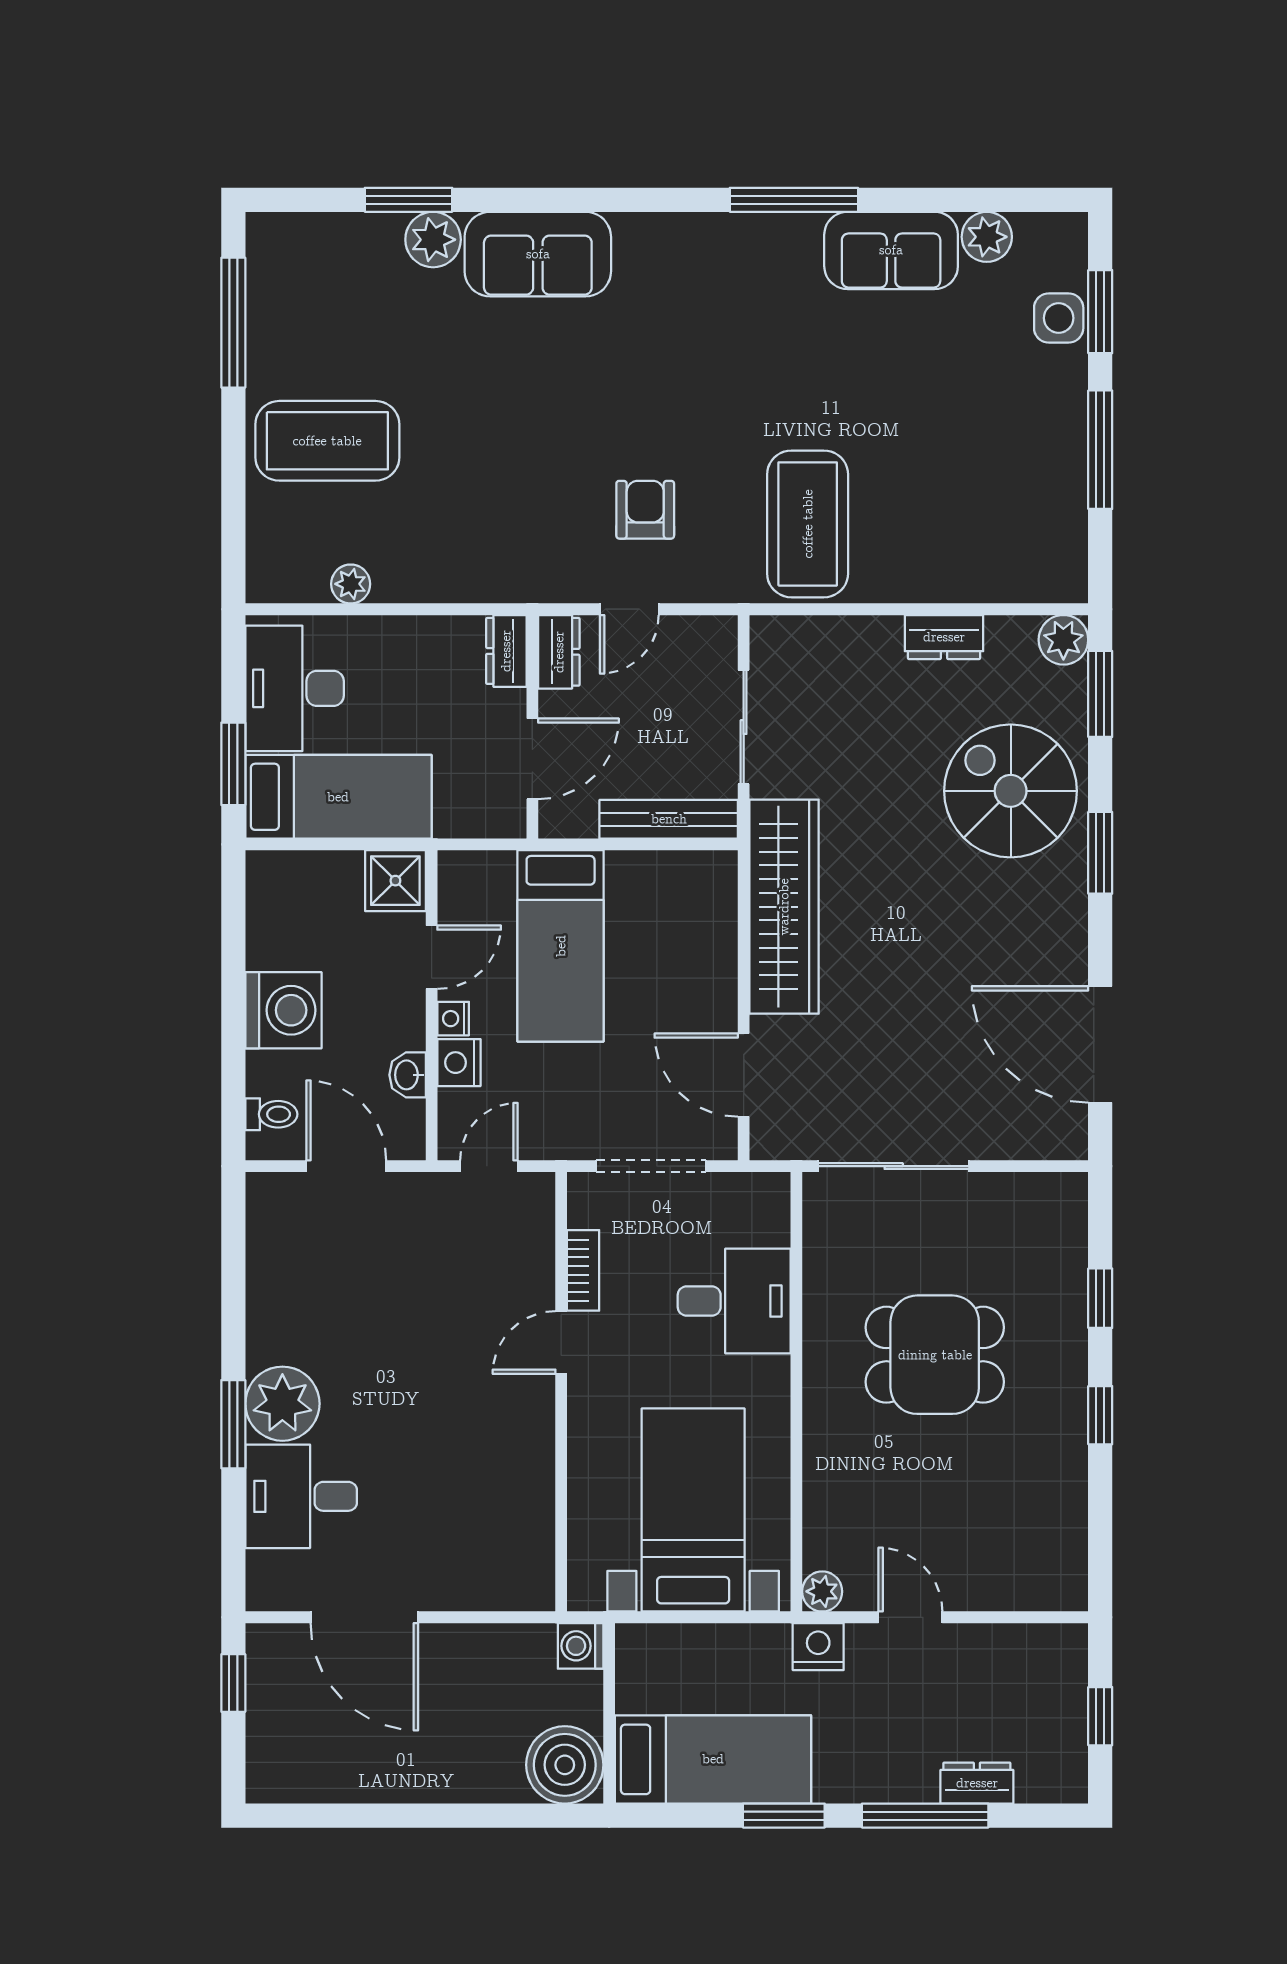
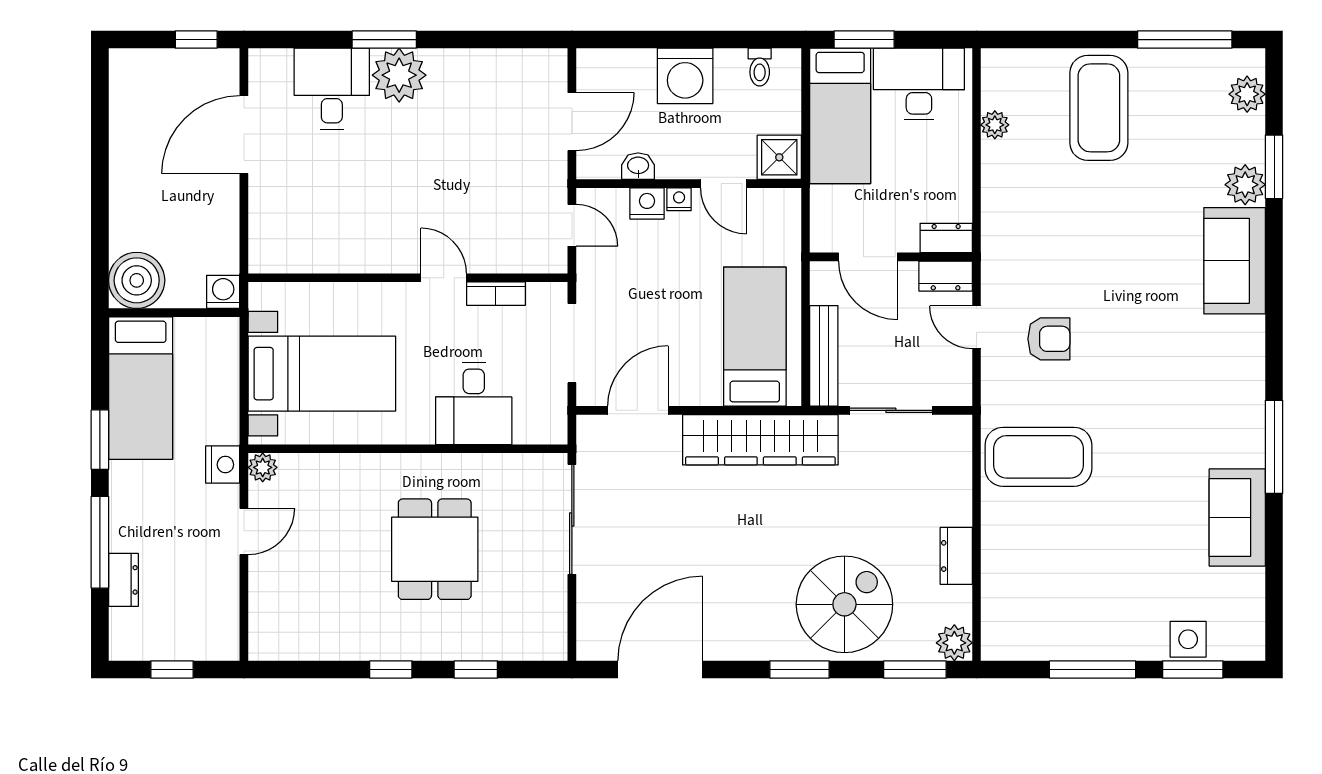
plant: (987, 237) -> (1247, 94), moved
bed: (561, 946) -> (755, 337), moved, turned 90
toilet: (271, 1114) -> (760, 67), moved

